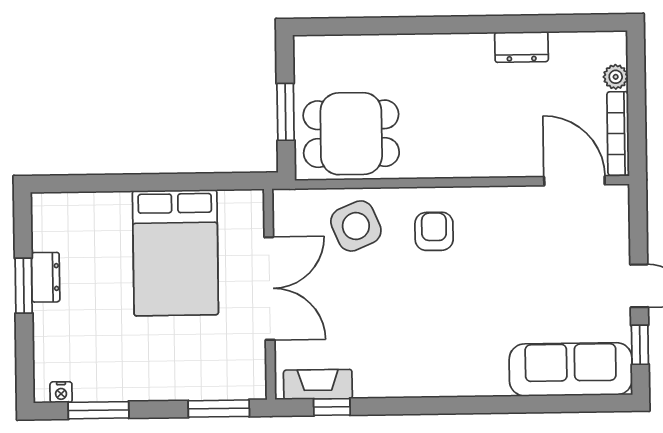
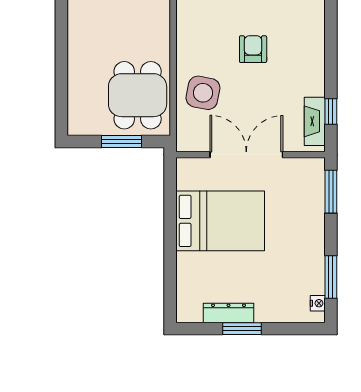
side table: (356, 226) -> (203, 93), turned 34
armchair: (434, 231) -> (253, 49), moved, turned 90
dresser: (46, 277) -> (228, 313), width x1.44

